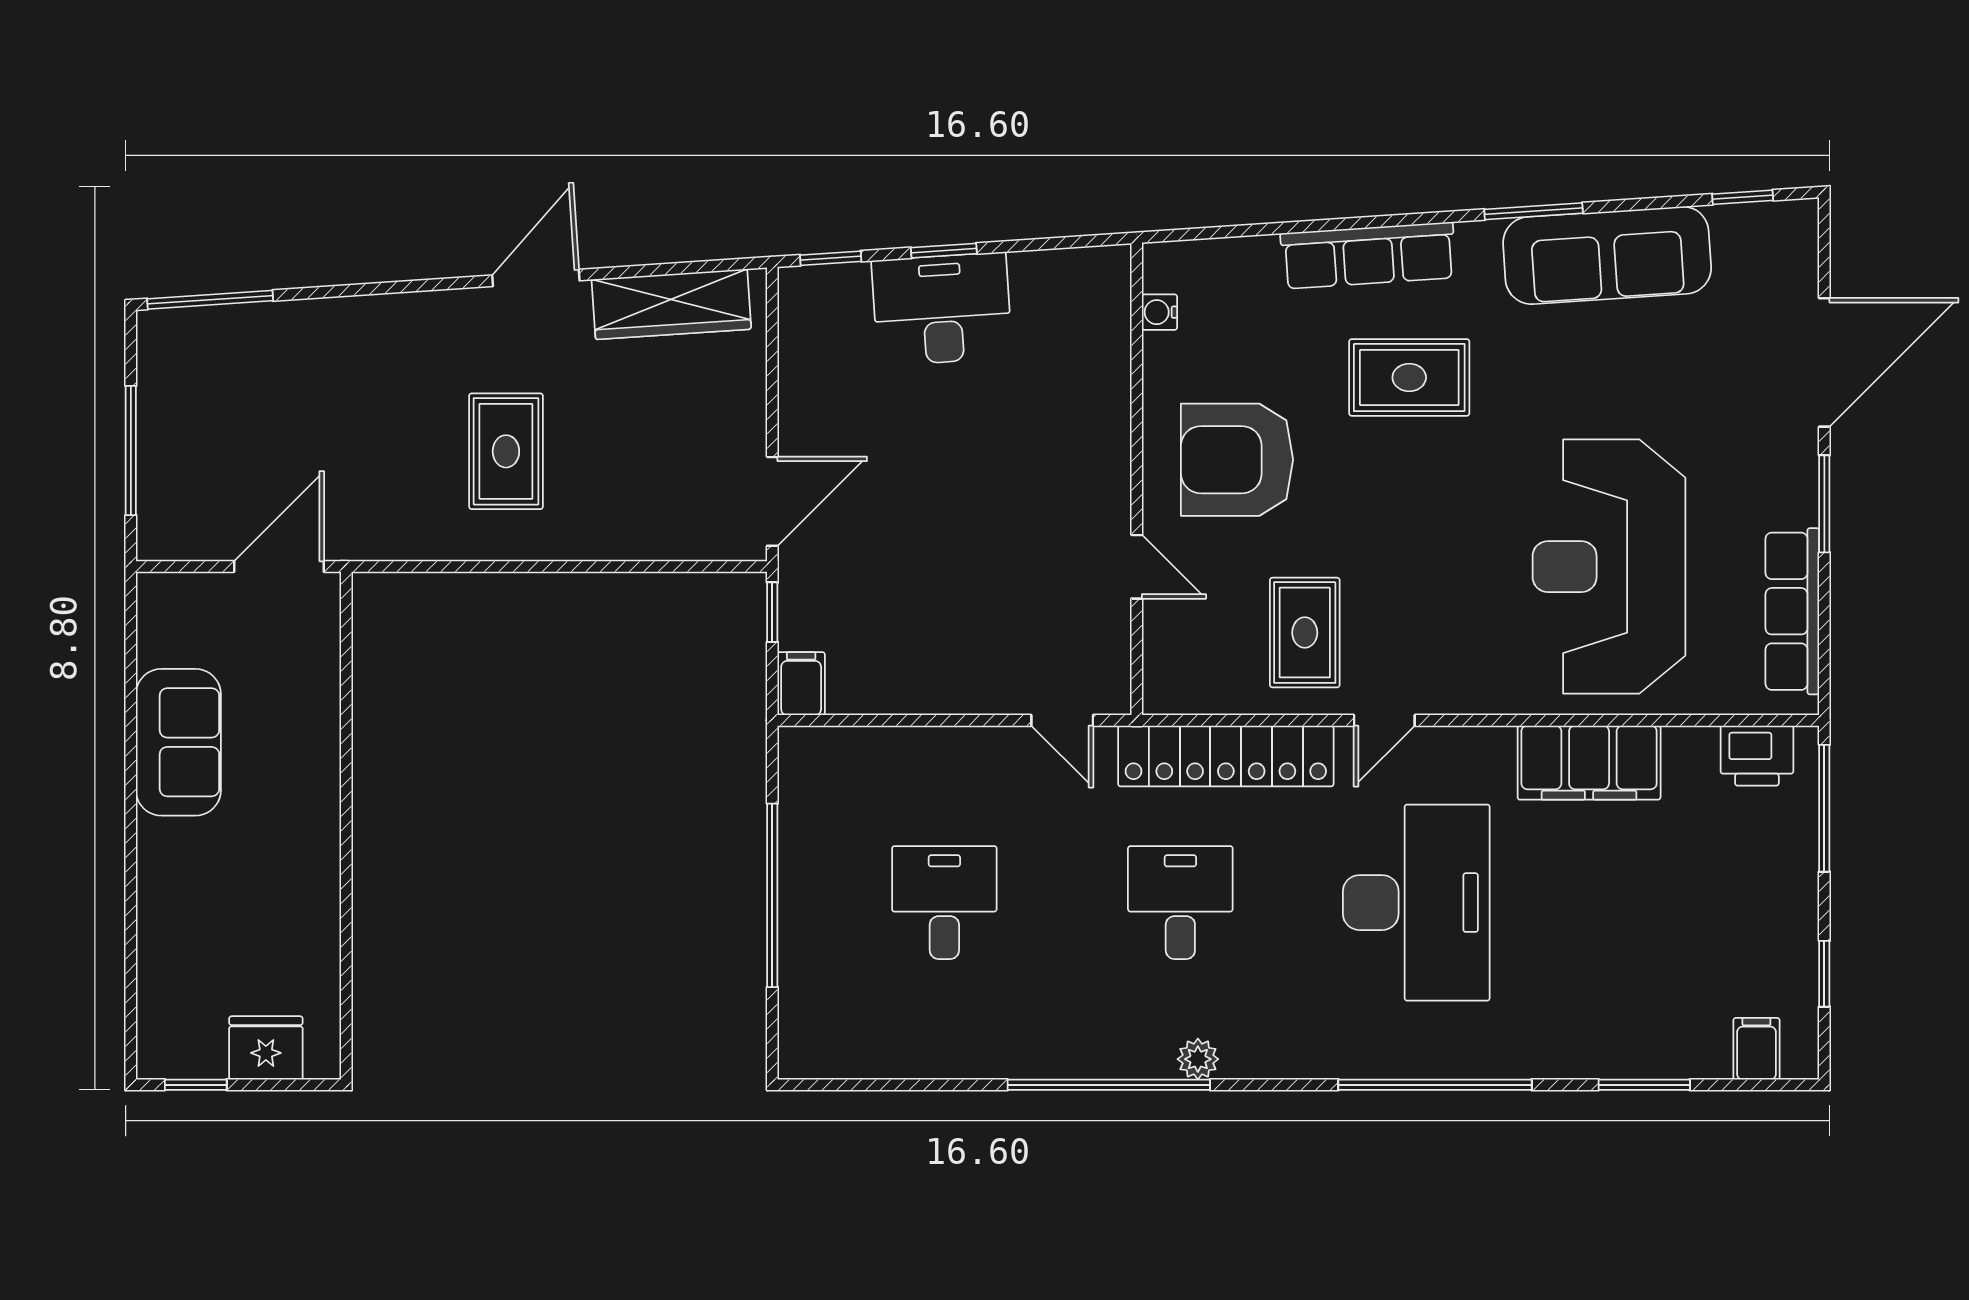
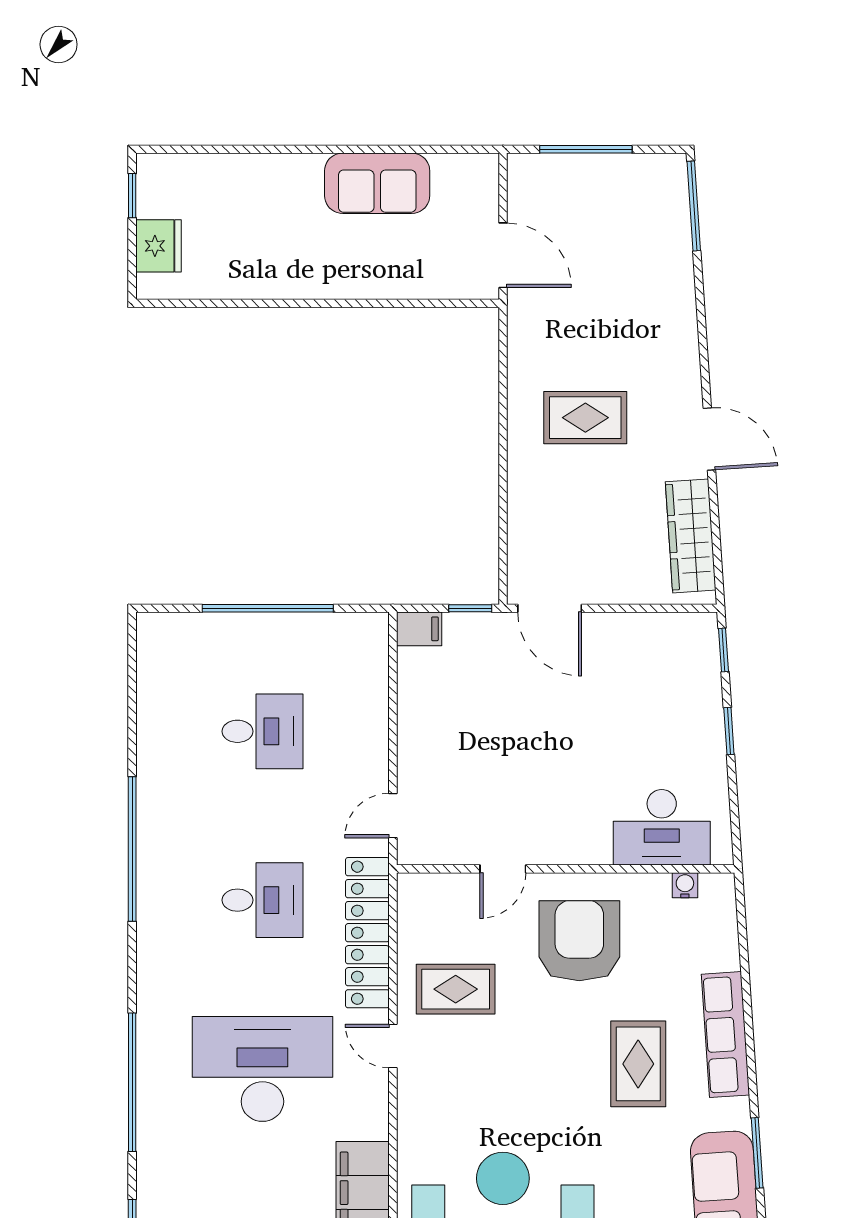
desk: (942, 309) -> (662, 827), moved, turned 94
desk: (1416, 903) -> (262, 1069), turned 180
plant: (1198, 1059) -> (151, 913), removed

